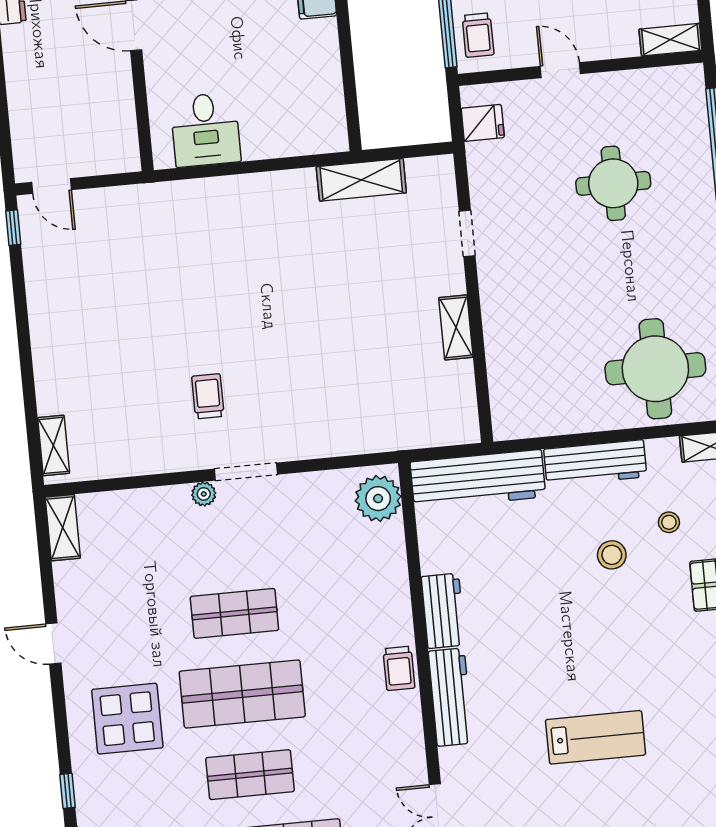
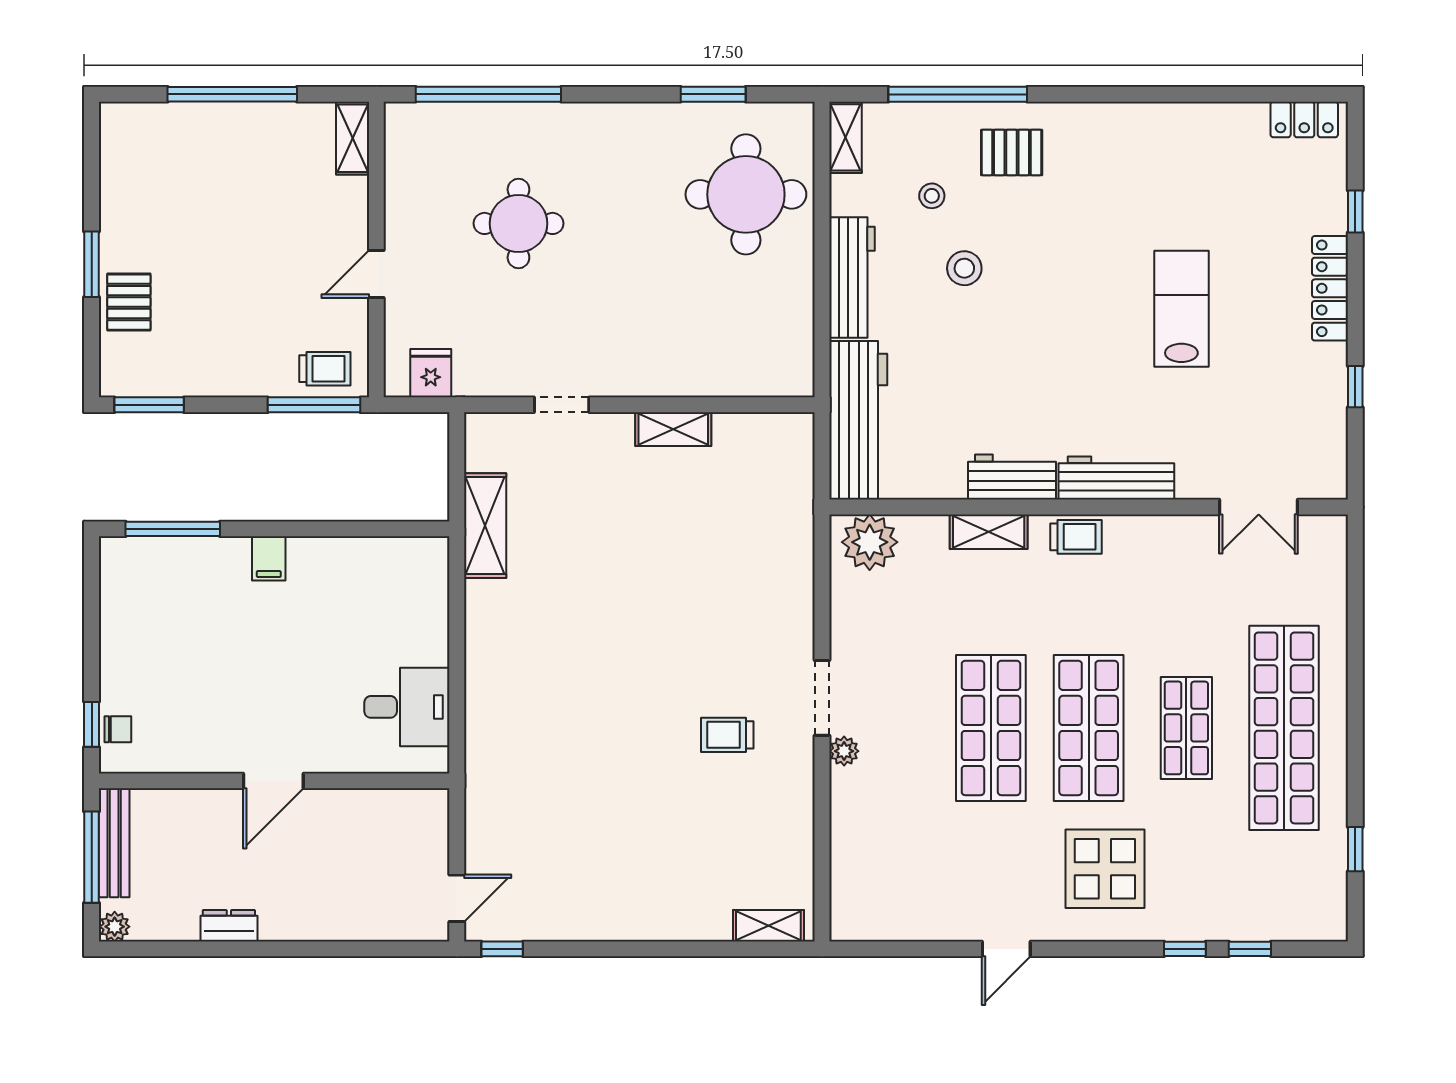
shelving: (63, 528) -> (989, 532), moved
shop shelf: (234, 613) -> (991, 728), width x1.43, depth x1.36

